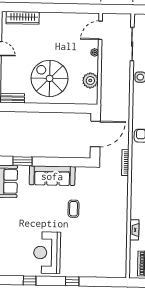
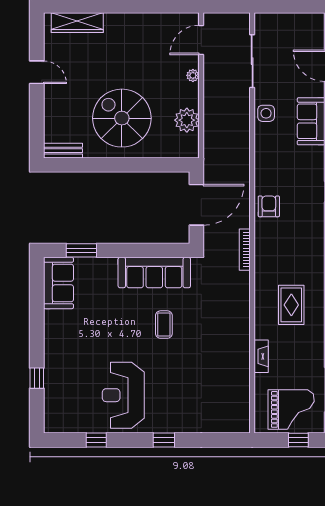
sofa: (52, 176) -> (154, 273), moved

